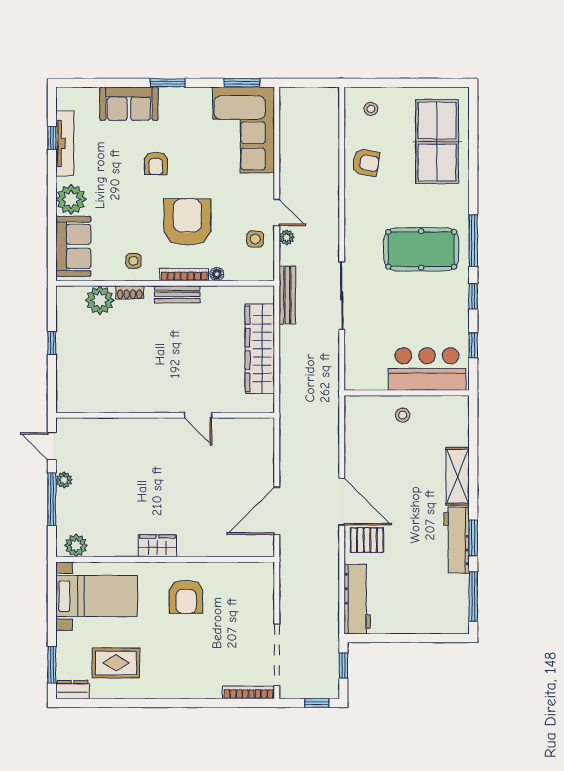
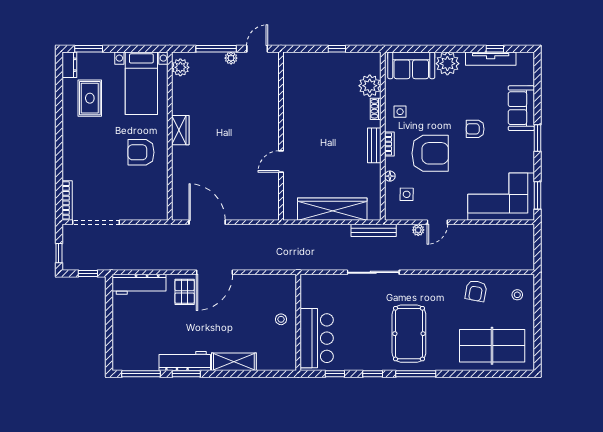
side table: (255, 239) -> (407, 194), moved
bookcase: (184, 275) -> (389, 144), width x0.64

